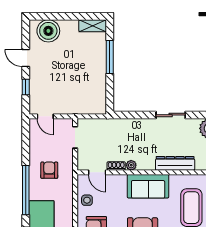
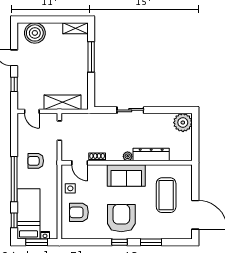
shelving: (79, 106) -> (63, 102), added
sliding door: (171, 115) -> (130, 110), moved
plant: (131, 165) -> (128, 156), moved
armchair: (49, 170) -> (36, 161), turned -90

